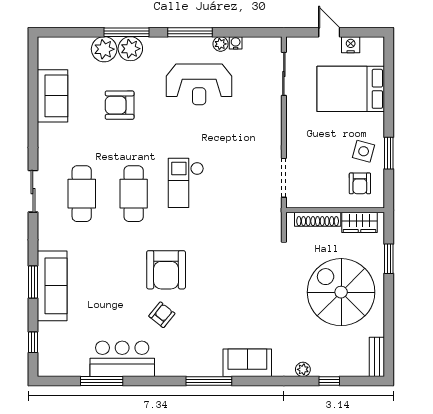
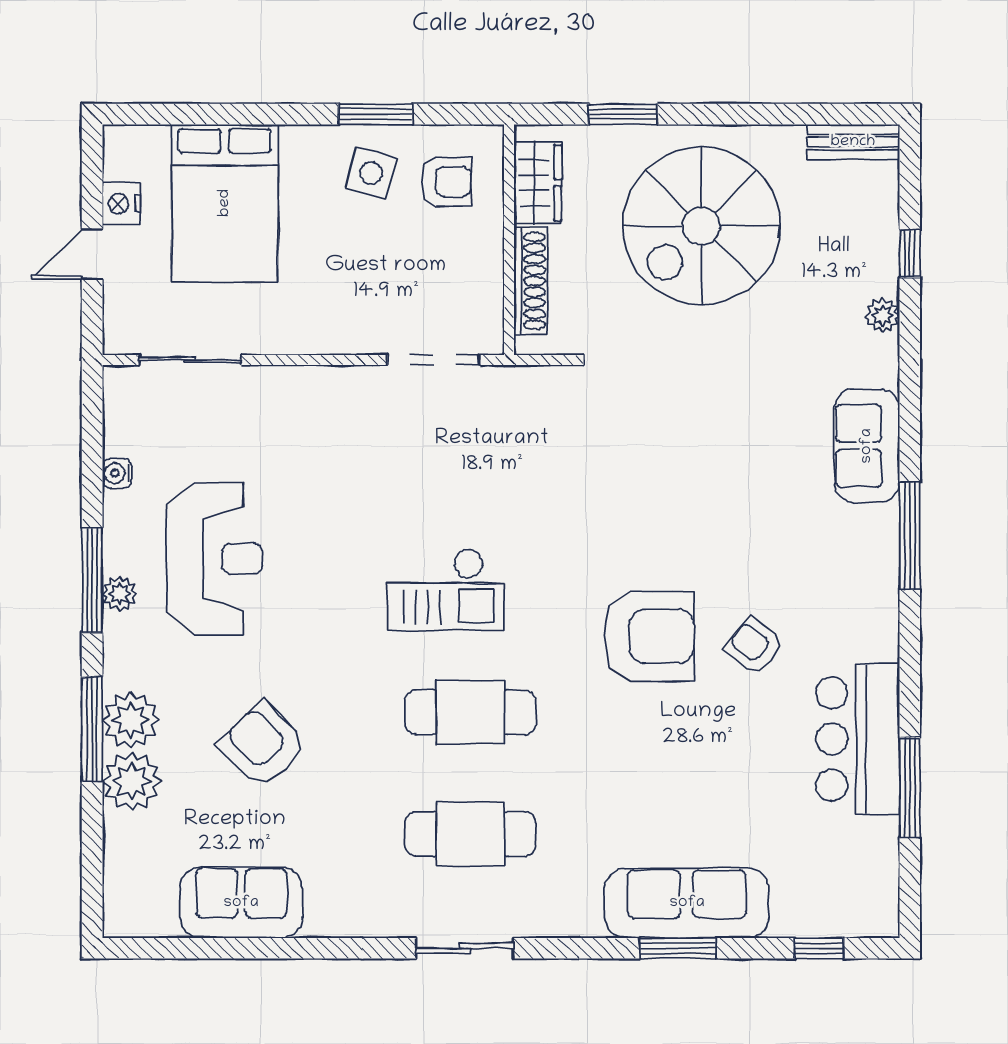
plant: (220, 44) -> (120, 594), moved
armchair: (120, 105) -> (263, 745), turned 136

